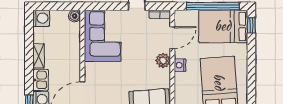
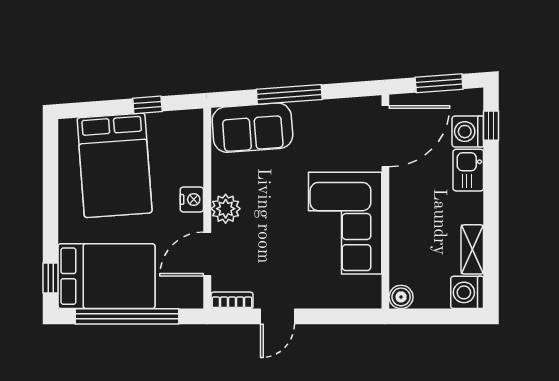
corner sofa: (103, 36) -> (345, 223), moved
shelving: (39, 56) -> (472, 249), moved

